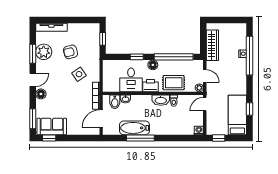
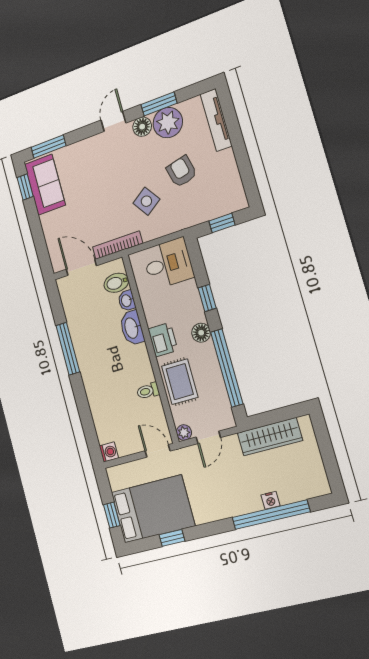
door: (33, 80) -> (113, 121), swing flipped
desk: (131, 80) -> (168, 264), moved, turned 180
floor lamp: (41, 94) -> (142, 127), moved
washbasin: (161, 100) -> (132, 328), moved
bed: (237, 115) -> (153, 509), width x1.50
bathtub: (134, 128) -> (82, 333), removed
window: (219, 138) -> (112, 515), moved

